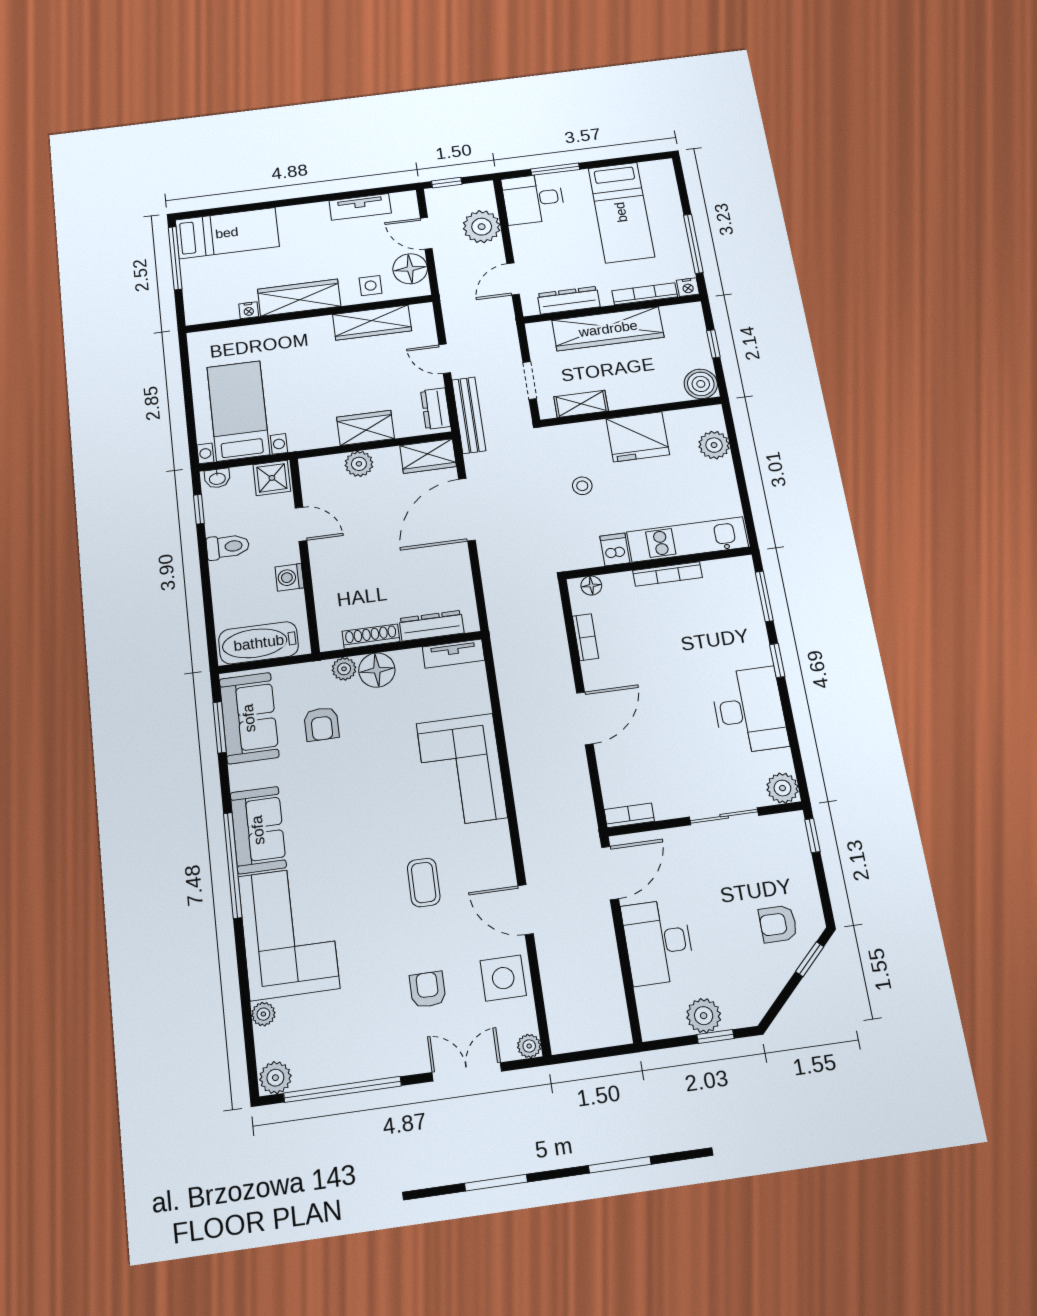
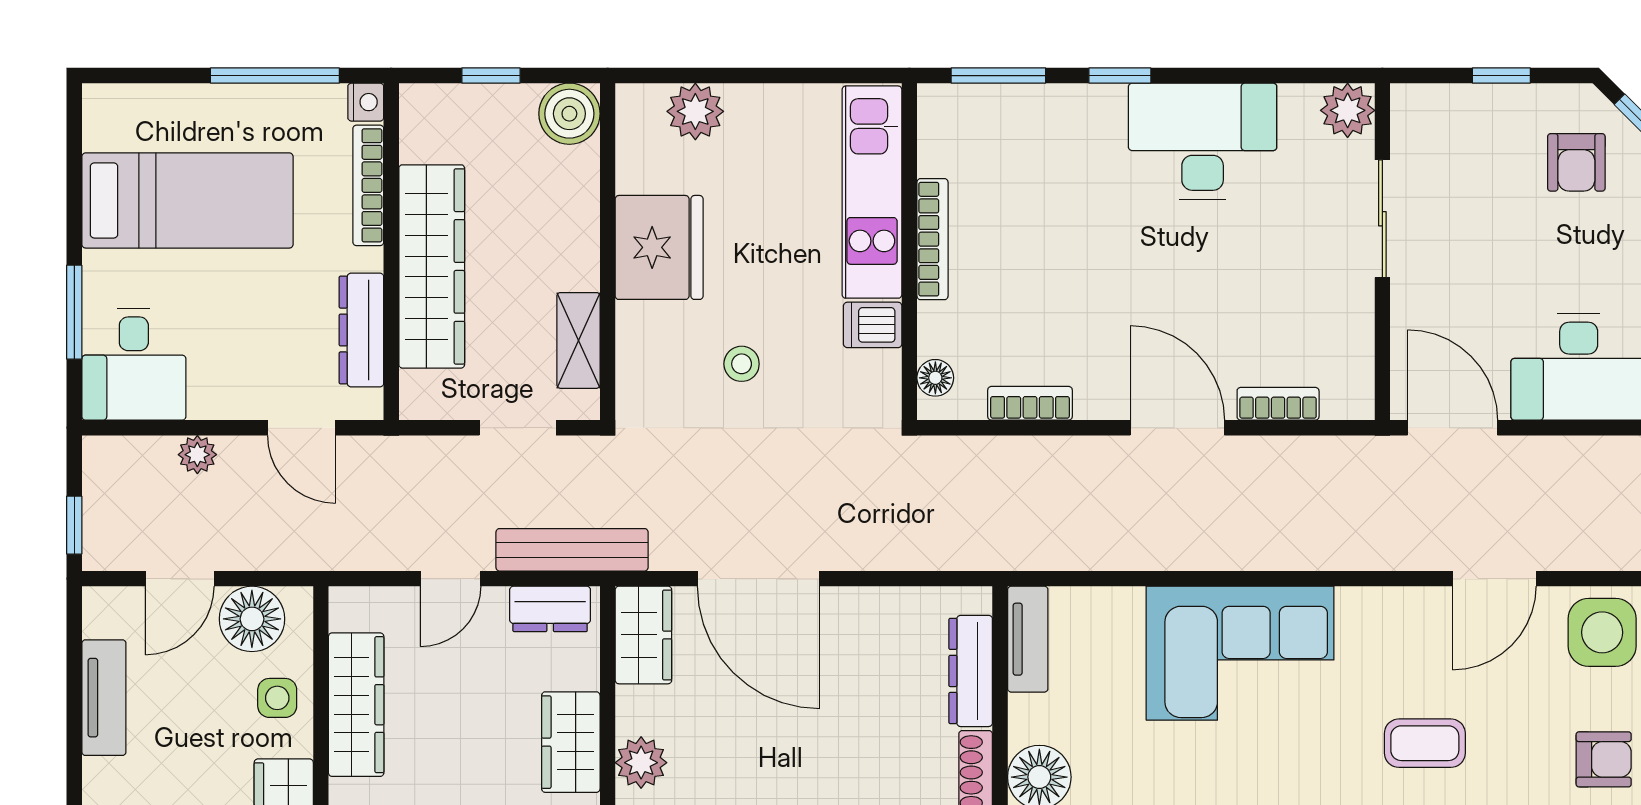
plant: (482, 227) -> (197, 455), width x0.53, depth x0.53
bookcase: (629, 815) -> (1278, 404), moved, turned 90
window: (812, 836) -> (1501, 76), moved
armchair: (428, 990) -> (1604, 759), turned 180

